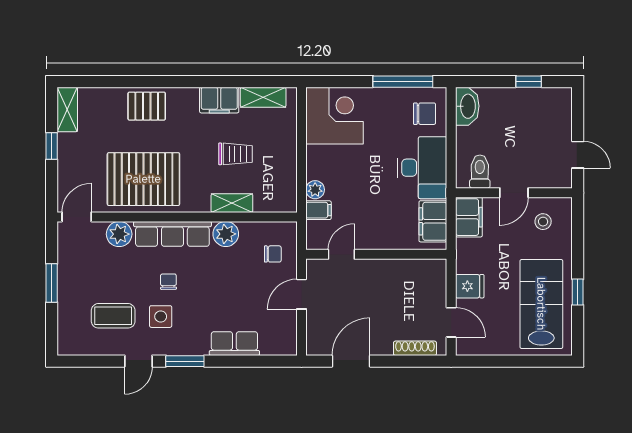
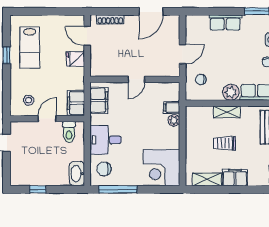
desk: (422, 168) -> (106, 140), width x0.73
door: (341, 254) -> (136, 79), moved
lab bench: (541, 304) -> (30, 48), width x0.73, depth x0.72

